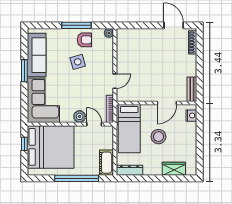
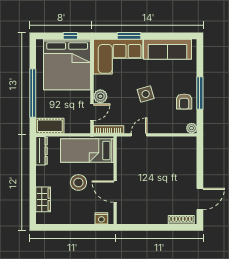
side table: (78, 62) -> (146, 94), moved
window: (24, 71) -> (129, 36), moved
door: (115, 81) -> (139, 135), swing flipped
bench: (192, 89) -> (130, 219), removed

